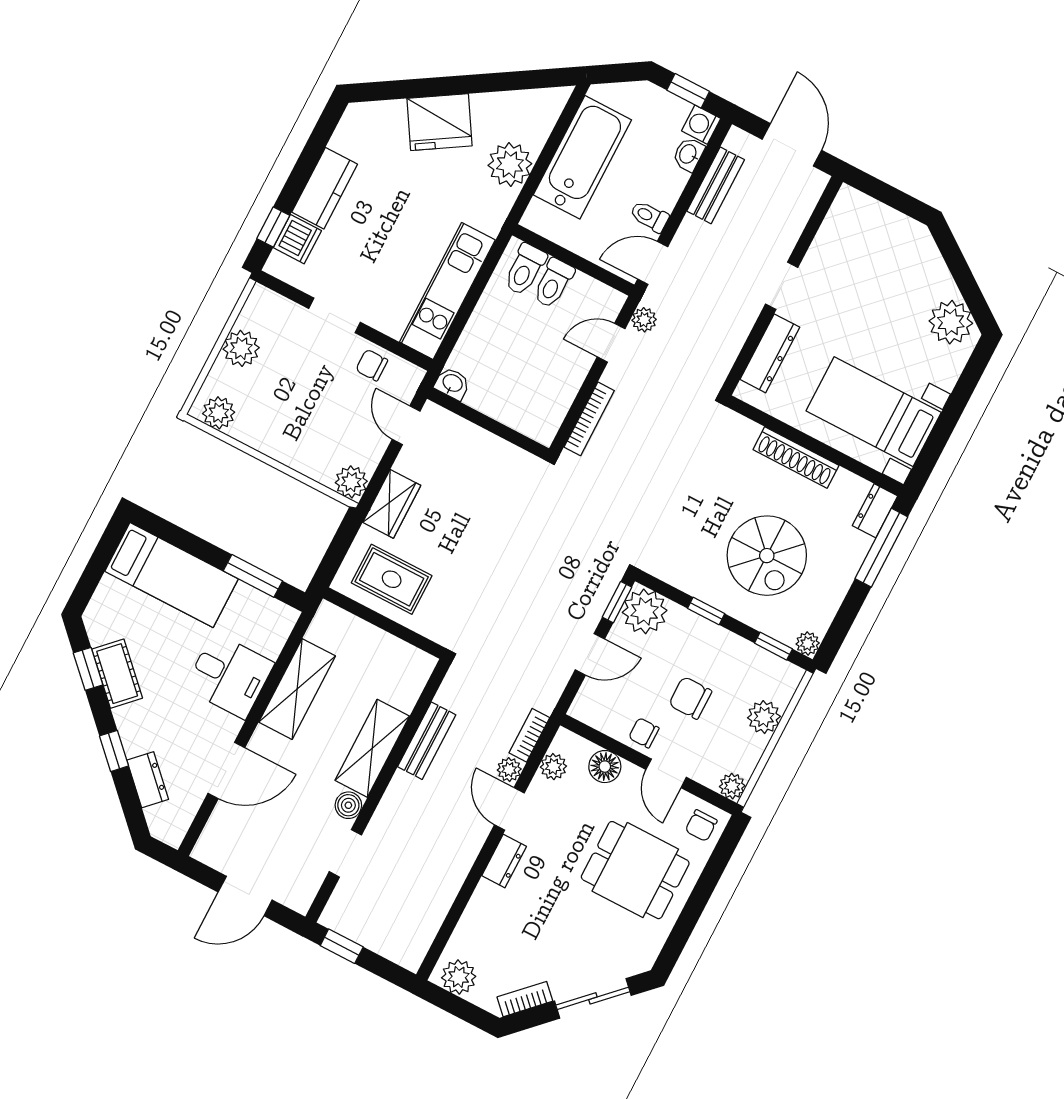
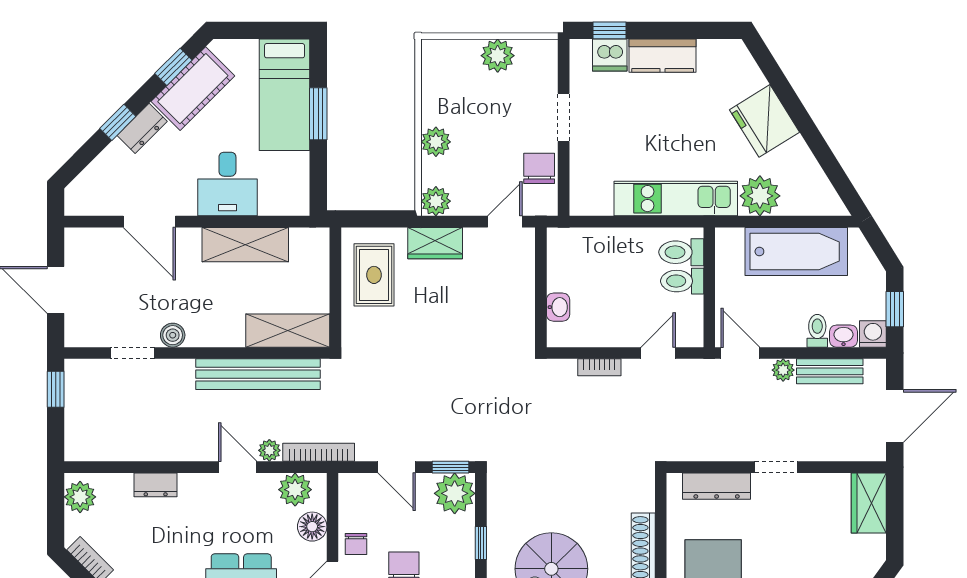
wardrobe: (863, 214) -> (869, 503), added
toilet: (649, 216) -> (817, 331), moved
kitchen unit: (447, 291) -> (676, 199), moved
plant: (644, 320) -> (783, 370), moved
door: (611, 343) -> (658, 353), hinge flipped
chair: (372, 365) -> (539, 168), width x1.37, depth x1.37
washbasin: (452, 384) -> (558, 307), moved
plant: (219, 413) -> (436, 142), moved
bookcase: (589, 419) -> (599, 367), width x0.64
window: (253, 576) -> (318, 114), moved
cot: (117, 674) -> (193, 89), width x1.37, depth x1.34
chair: (644, 733) -> (356, 544), turned 180
bookcase: (529, 735) -> (319, 452), width x1.56
bench: (427, 741) -> (258, 374), width x1.86, depth x1.21
shelving: (372, 748) -> (288, 331), moved
plant: (553, 767) -> (295, 490), width x1.38, depth x1.38
dresser: (148, 780) -> (142, 128), moved
door: (509, 809) -> (238, 467), hinge flipped
dresser: (504, 861) -> (156, 485), moved

